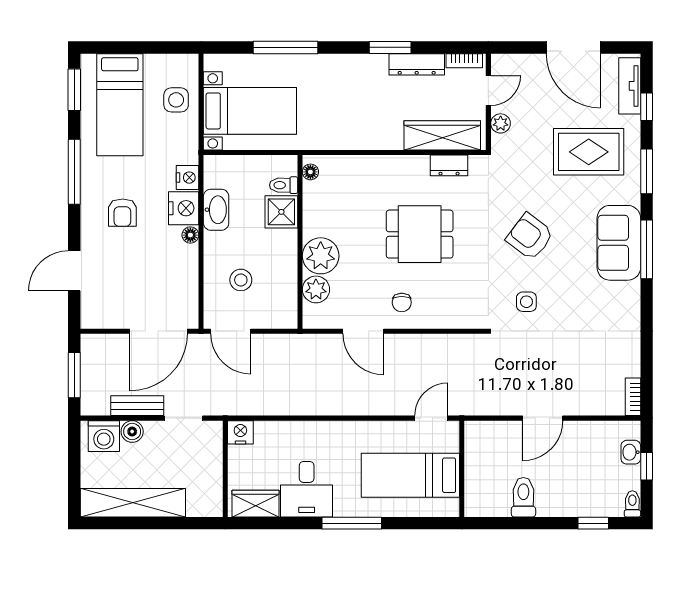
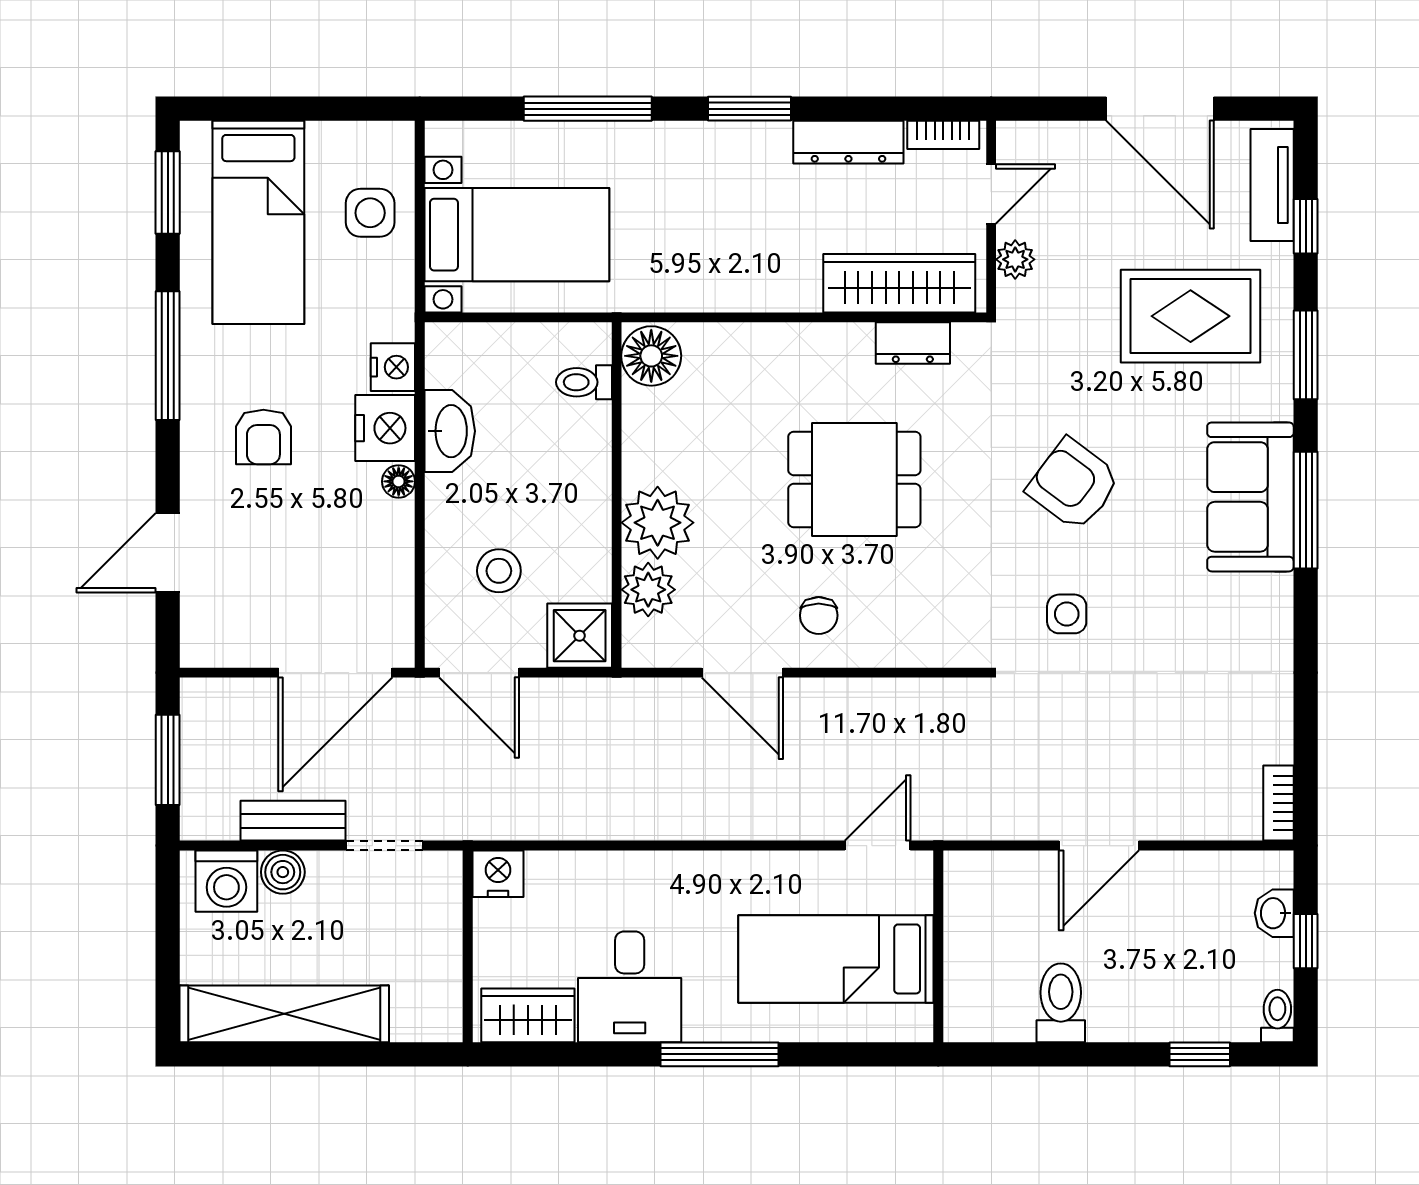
window: (390, 47) -> (750, 109), moved
floor lamp: (310, 172) -> (651, 356), width x1.89, depth x1.89
shower: (281, 212) -> (580, 636), moved

